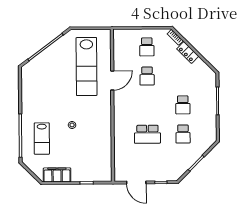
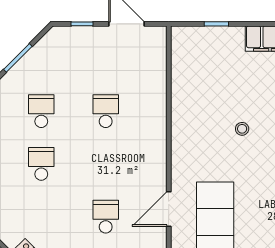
school desk: (147, 134) -> (106, 111), width x0.54

